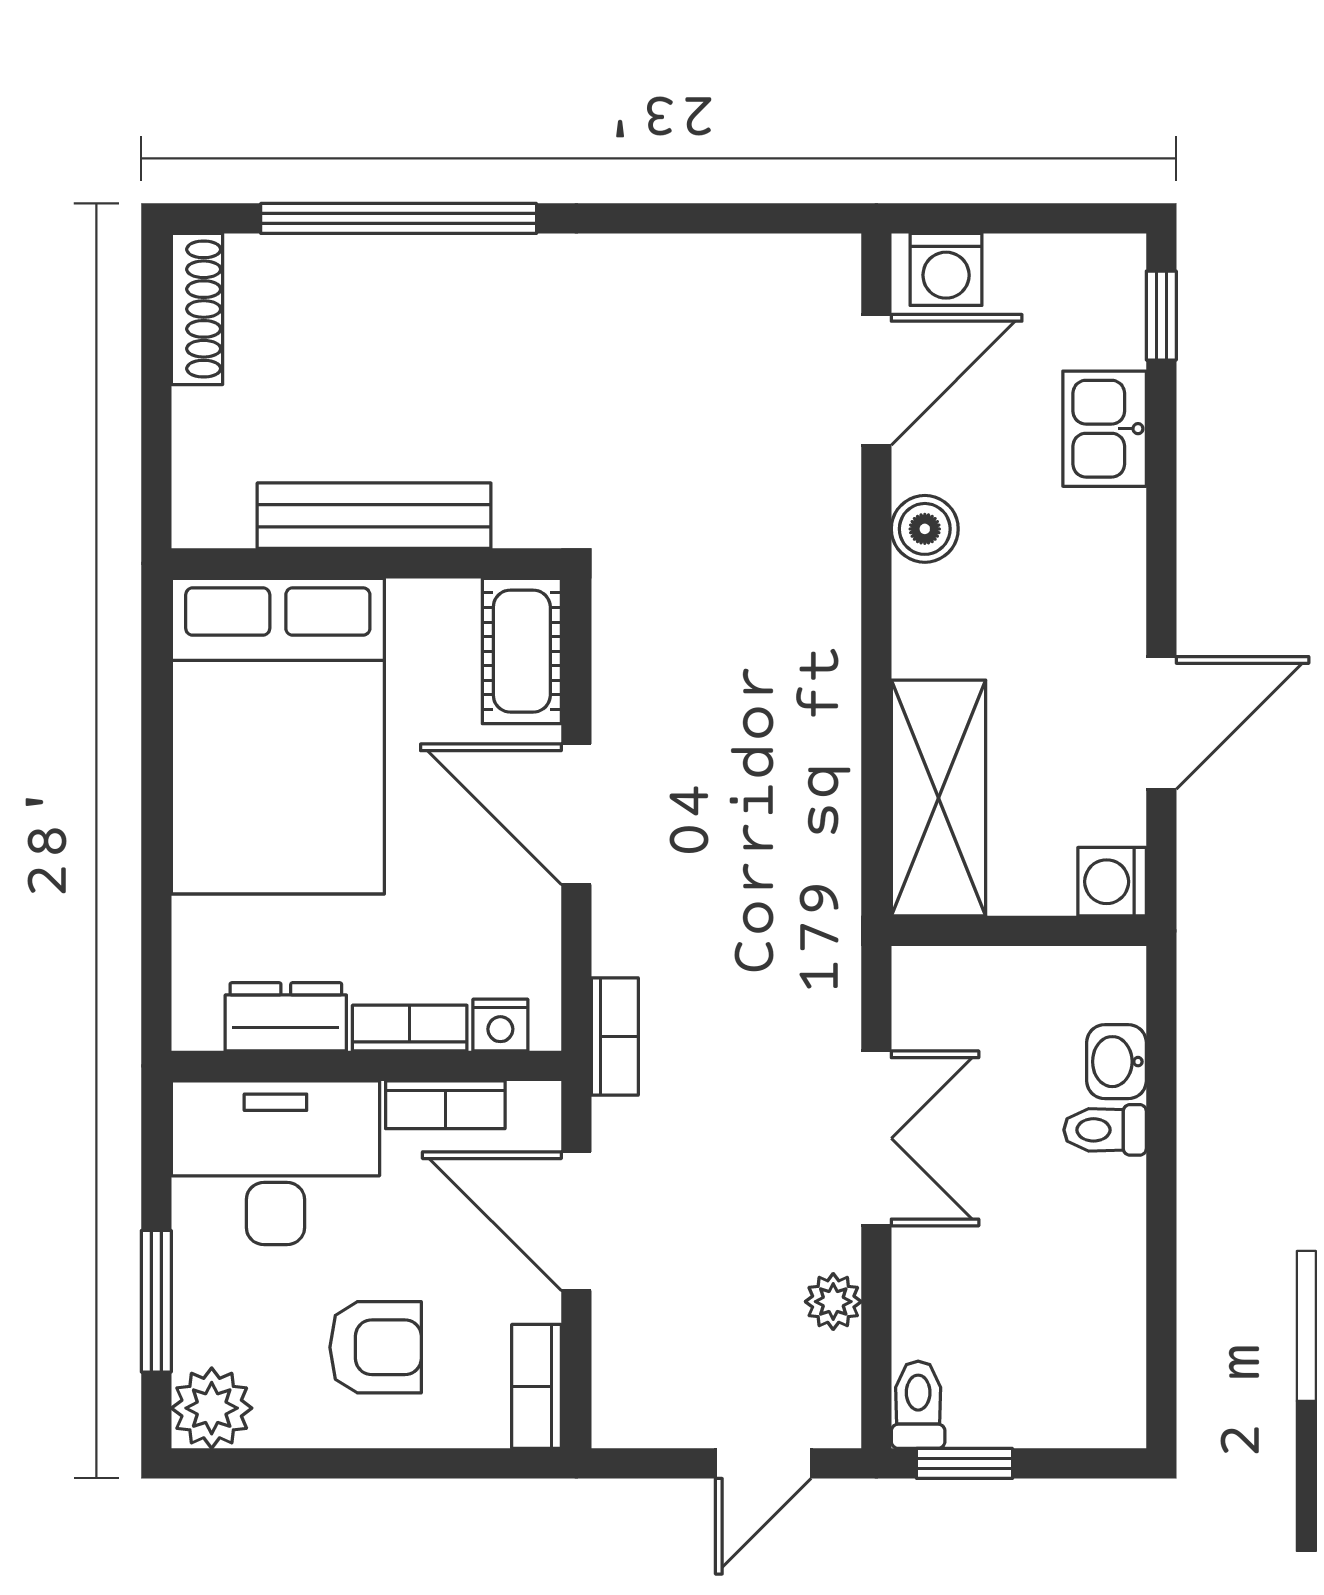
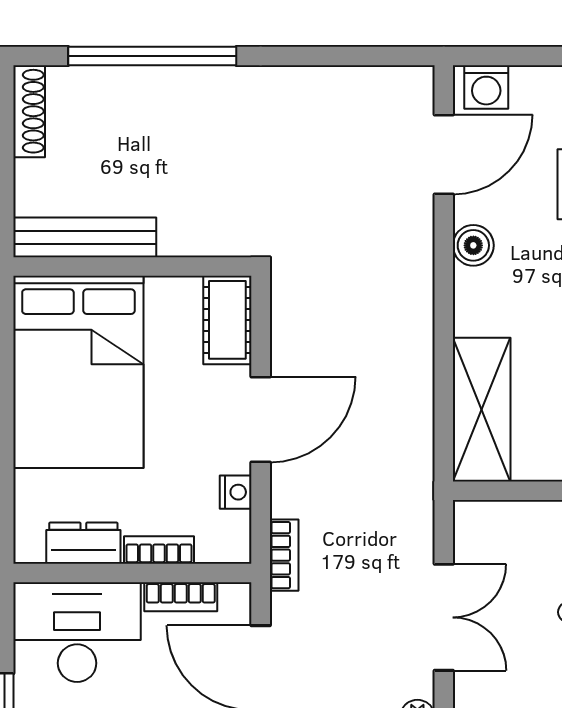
bench: (374, 516) -> (85, 237), moved
door: (576, 814) -> (261, 420), swing flipped
nightstand: (500, 1025) -> (236, 492), moved, turned -90

